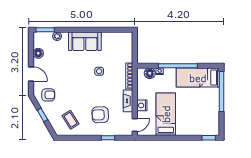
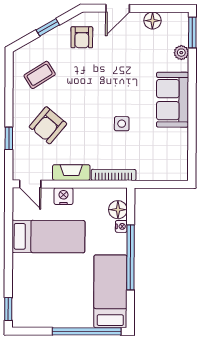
armchair: (100, 115) -> (48, 125), turned -137

